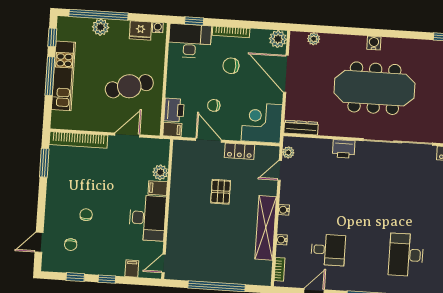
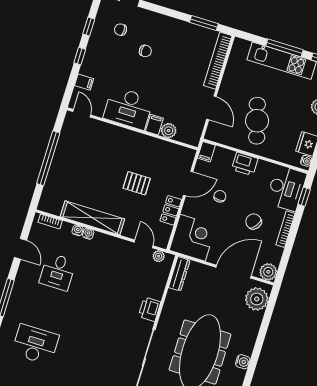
plant: (314, 39) -> (257, 299), width x1.88, depth x1.88
chair: (231, 66) -> (254, 221), turned -53
printer: (174, 110) -> (245, 164), moved
water cooler: (284, 210) -> (88, 234), moved

